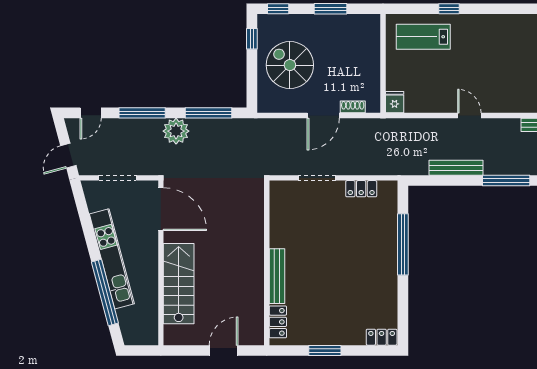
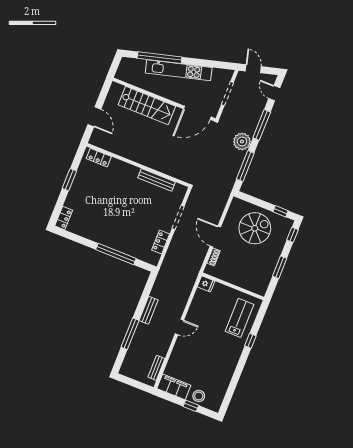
bench: (456, 168) -> (148, 310), width x0.73
bench: (277, 276) -> (157, 180), moved

